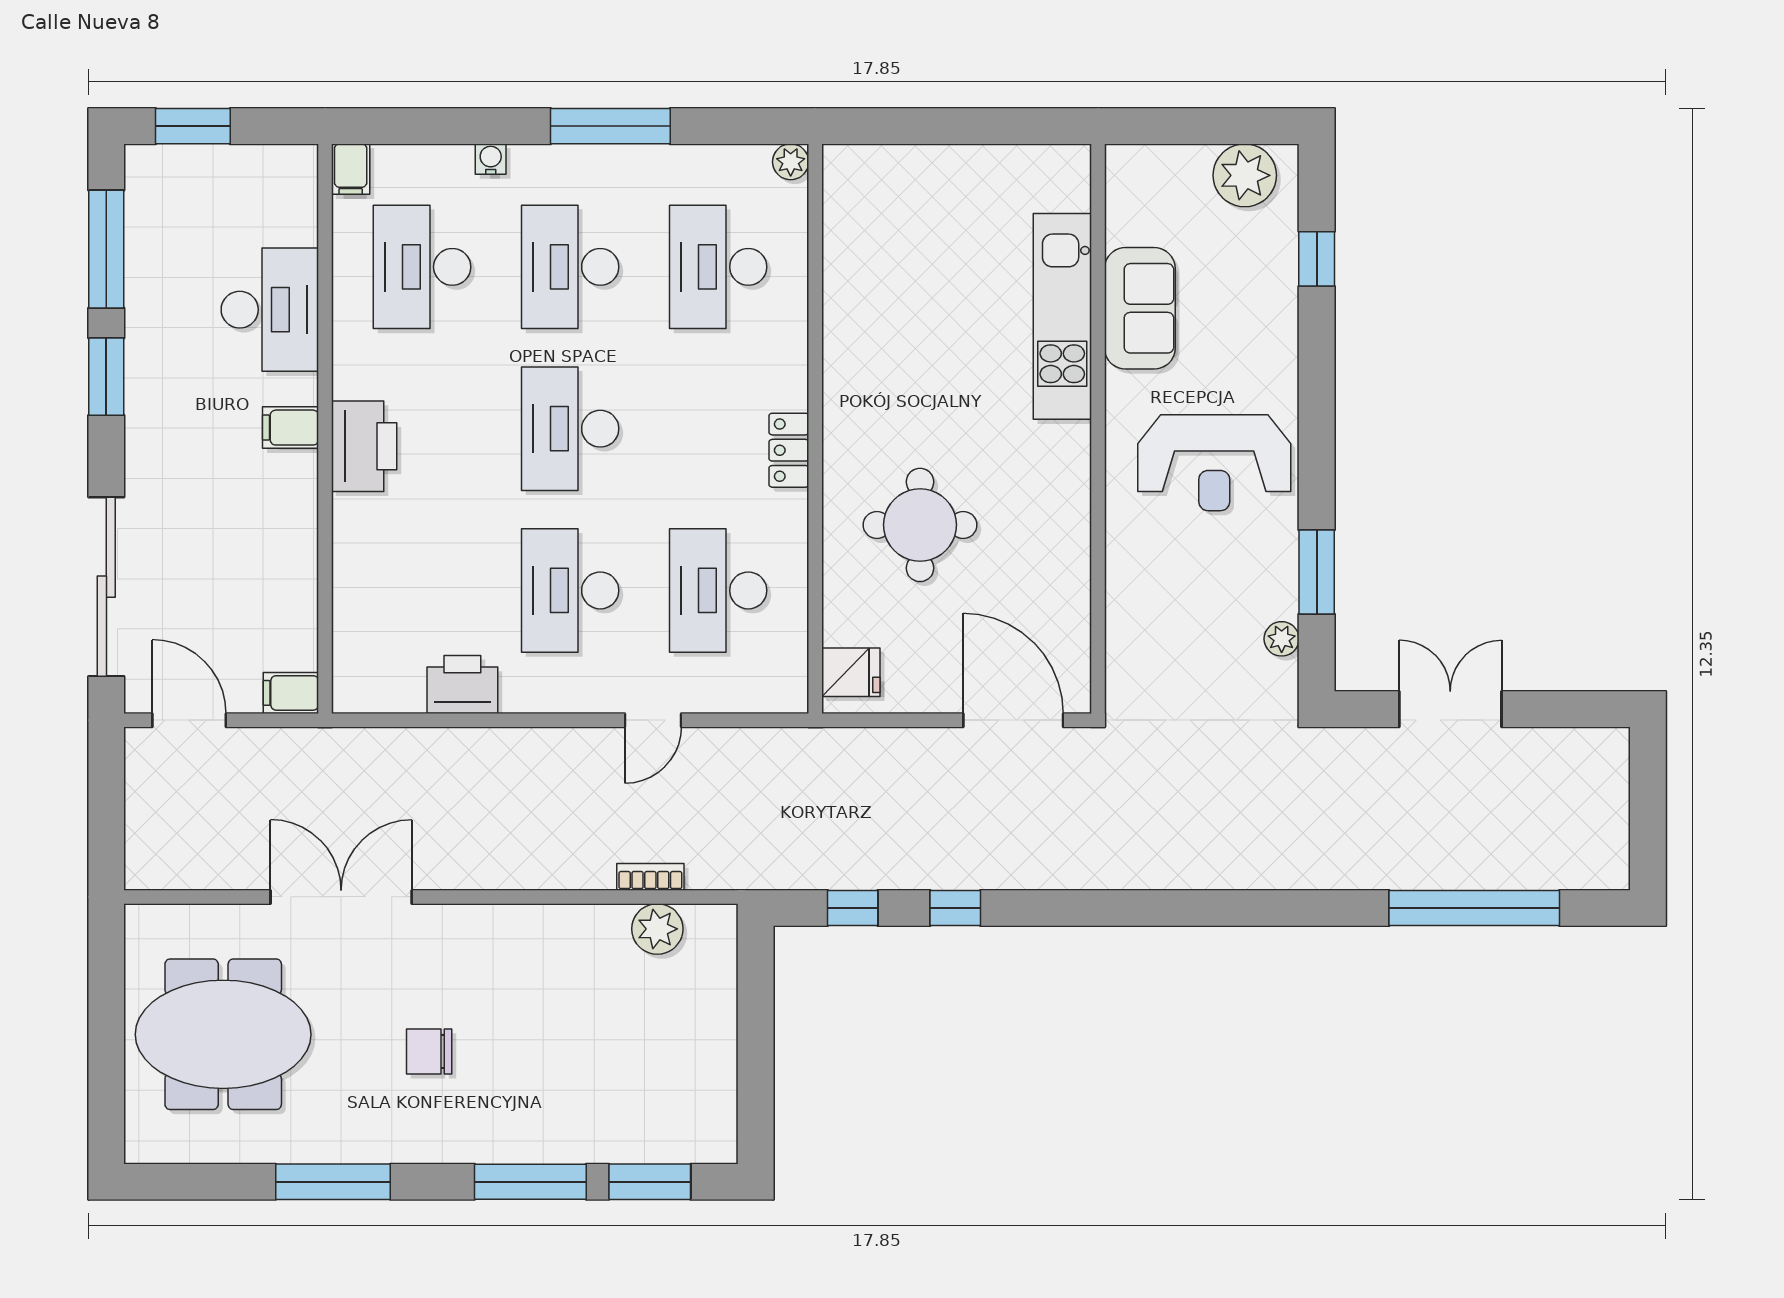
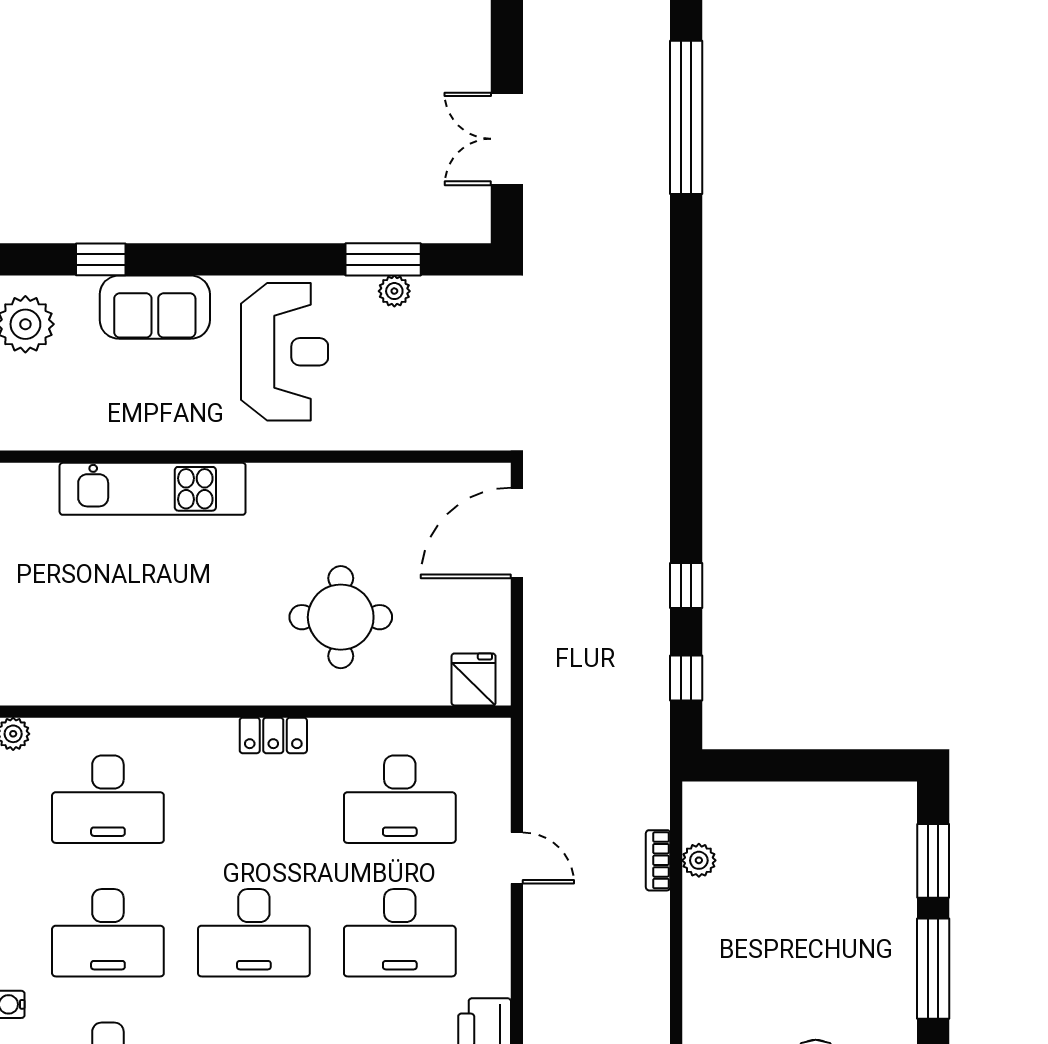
sofa: (1140, 308) -> (155, 307), moved, turned 180
plant: (1282, 639) -> (394, 291), moved
plant: (657, 929) -> (699, 860), width x0.73, depth x0.73

